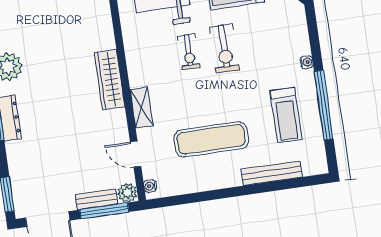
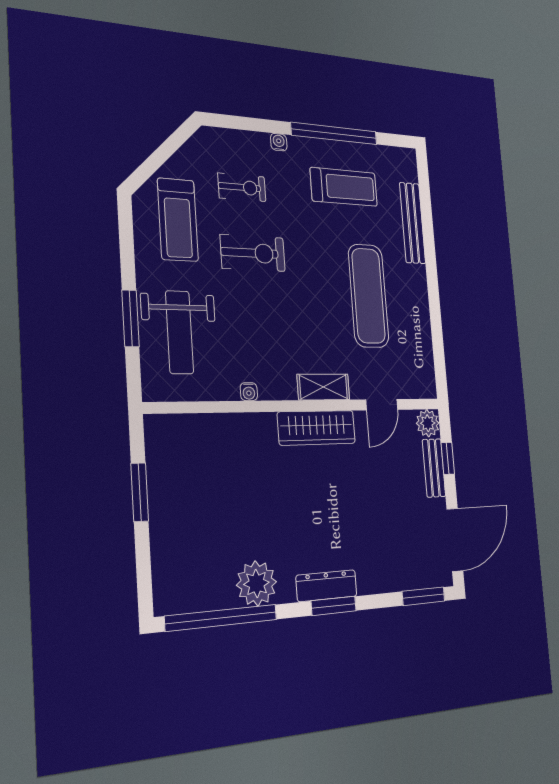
exercise bike: (189, 52) -> (242, 187), moved
wardrobe: (110, 80) -> (317, 428), moved
water cooler: (150, 186) -> (249, 392), moved
window: (104, 211) -> (448, 458), width x0.46

